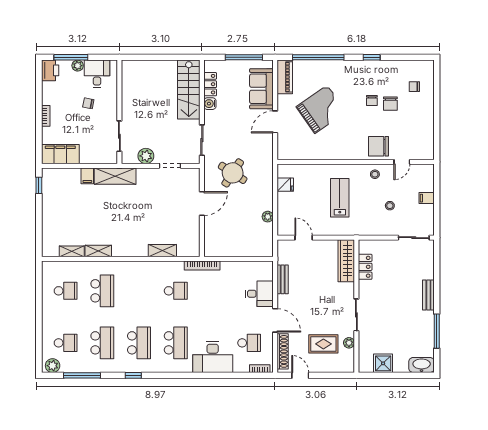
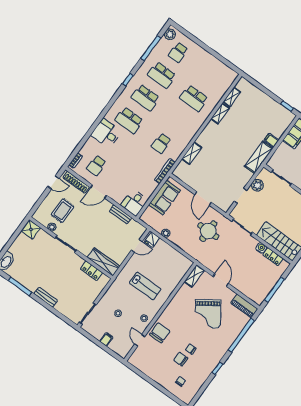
sofa: (261, 89) -> (165, 198), moved, turned 90
shelving: (291, 153) -> (194, 276), added
round table: (233, 173) -> (208, 231), turned -33
fridge: (285, 185) -> (152, 240), moved
school desk: (66, 291) -> (210, 76), removed
desk: (259, 294) -> (134, 203), moved
desk: (213, 357) -> (106, 133), width x0.73
shower: (383, 363) -> (31, 229), moved

